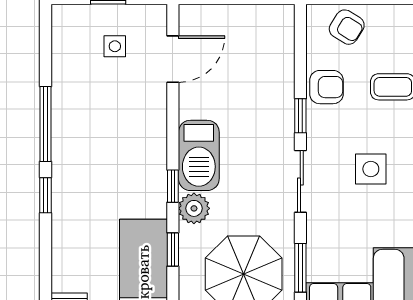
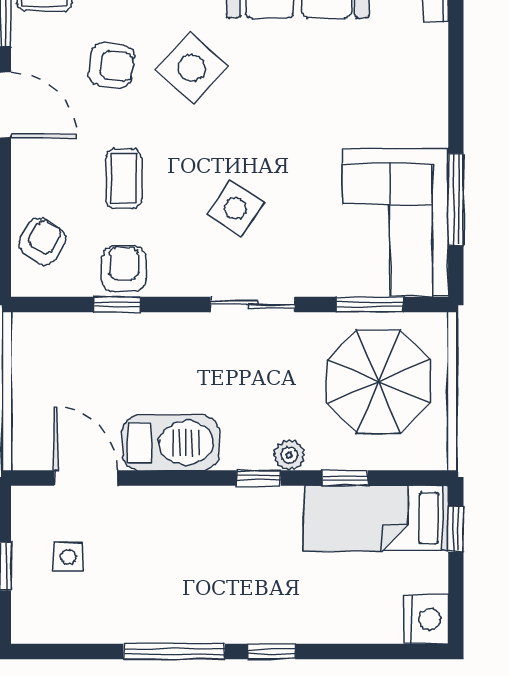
window: (300, 116) -> (117, 304), moved
barbecue: (199, 155) -> (171, 443), moved
side table: (371, 169) -> (235, 209), turned 33
plant: (194, 208) -> (289, 455), width x0.73, depth x0.73

